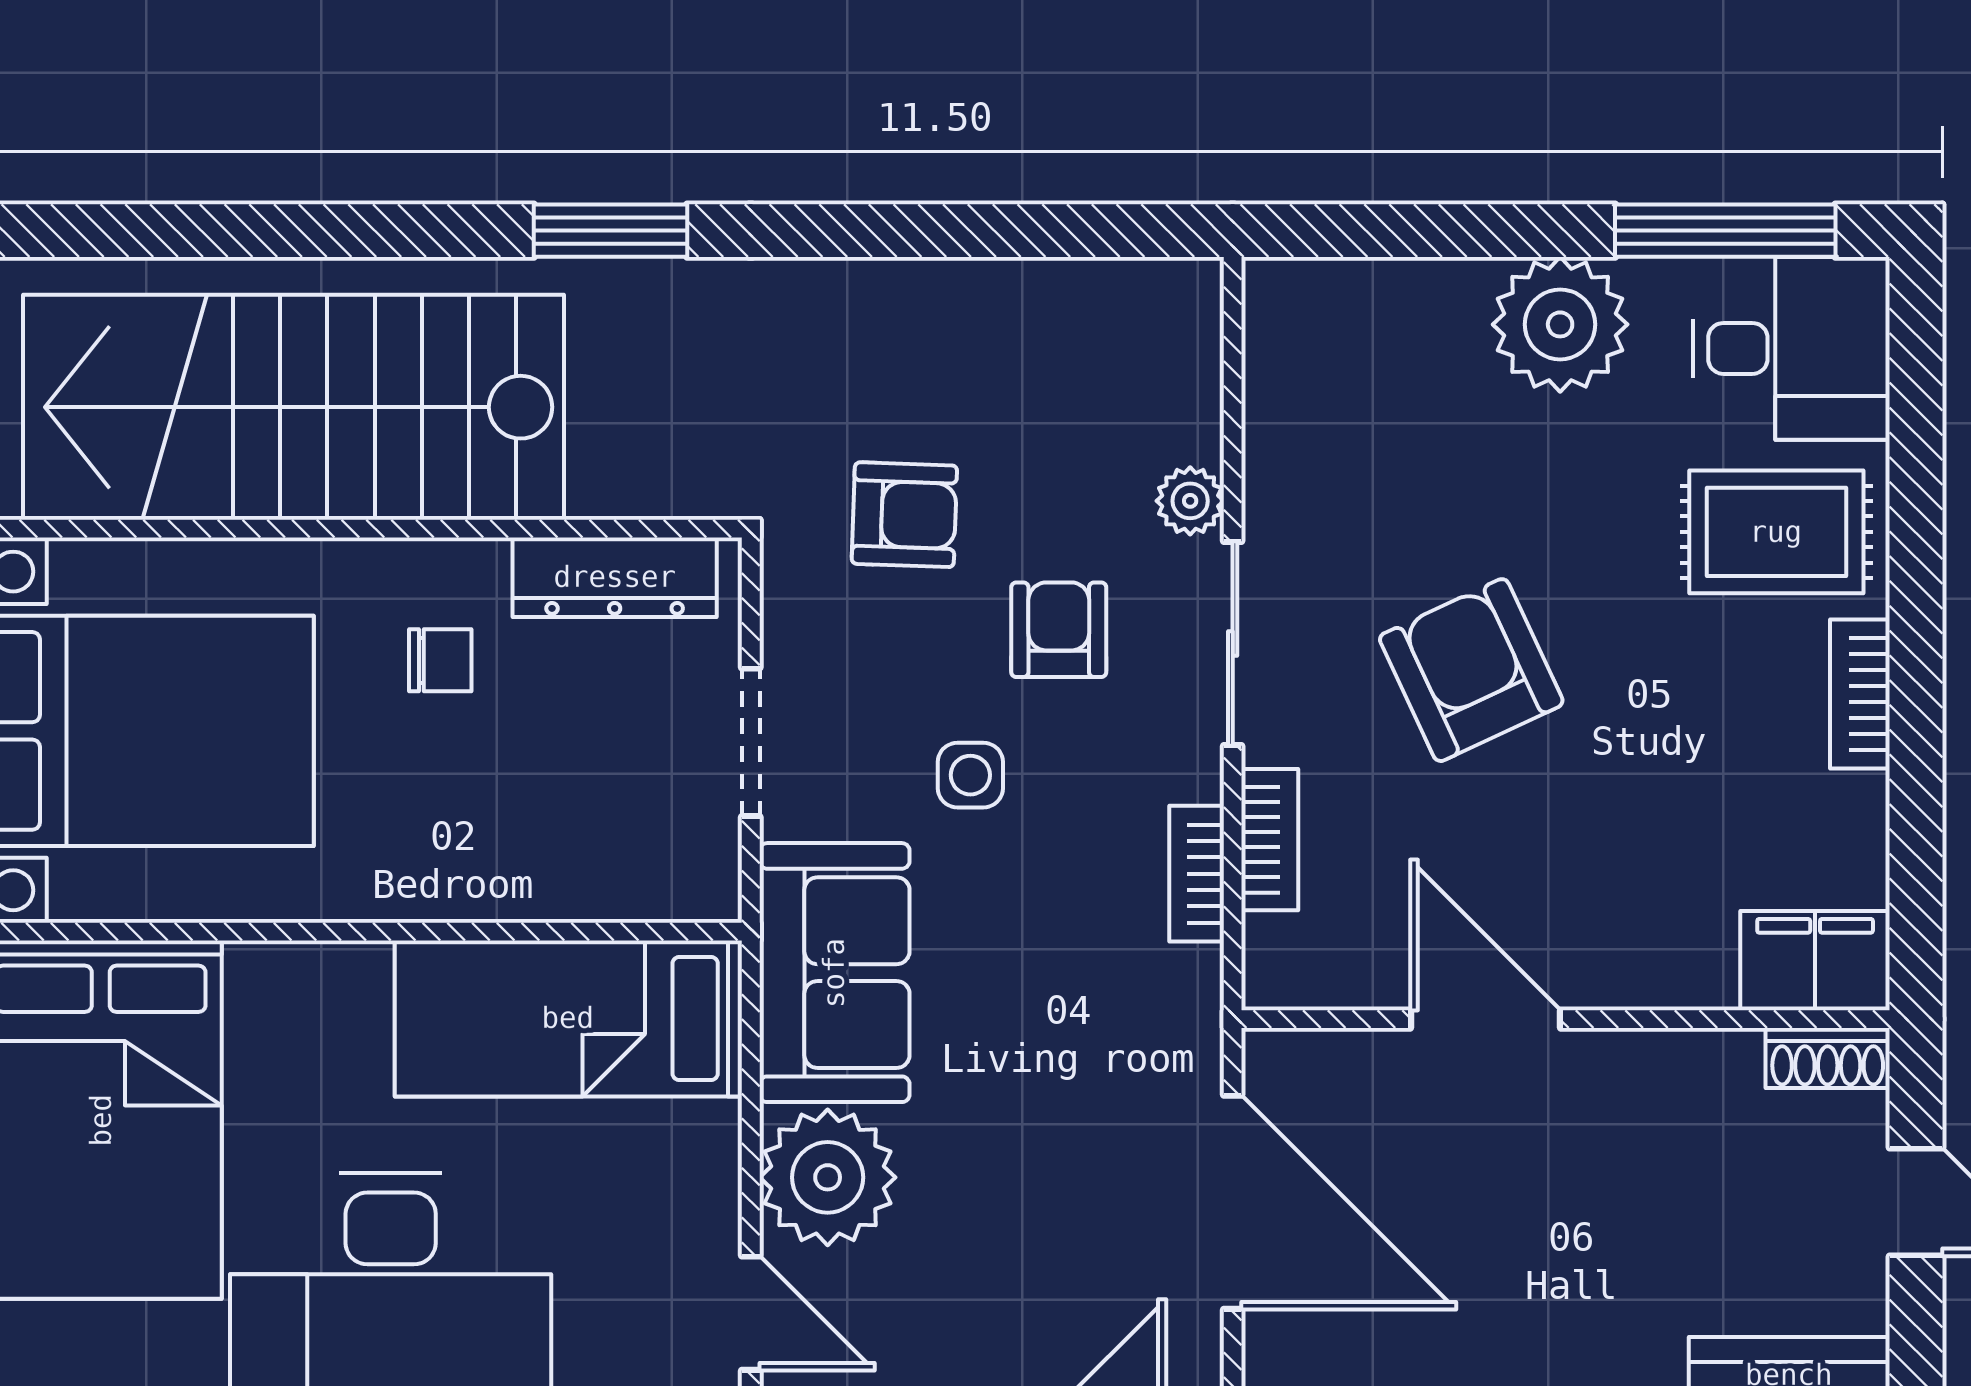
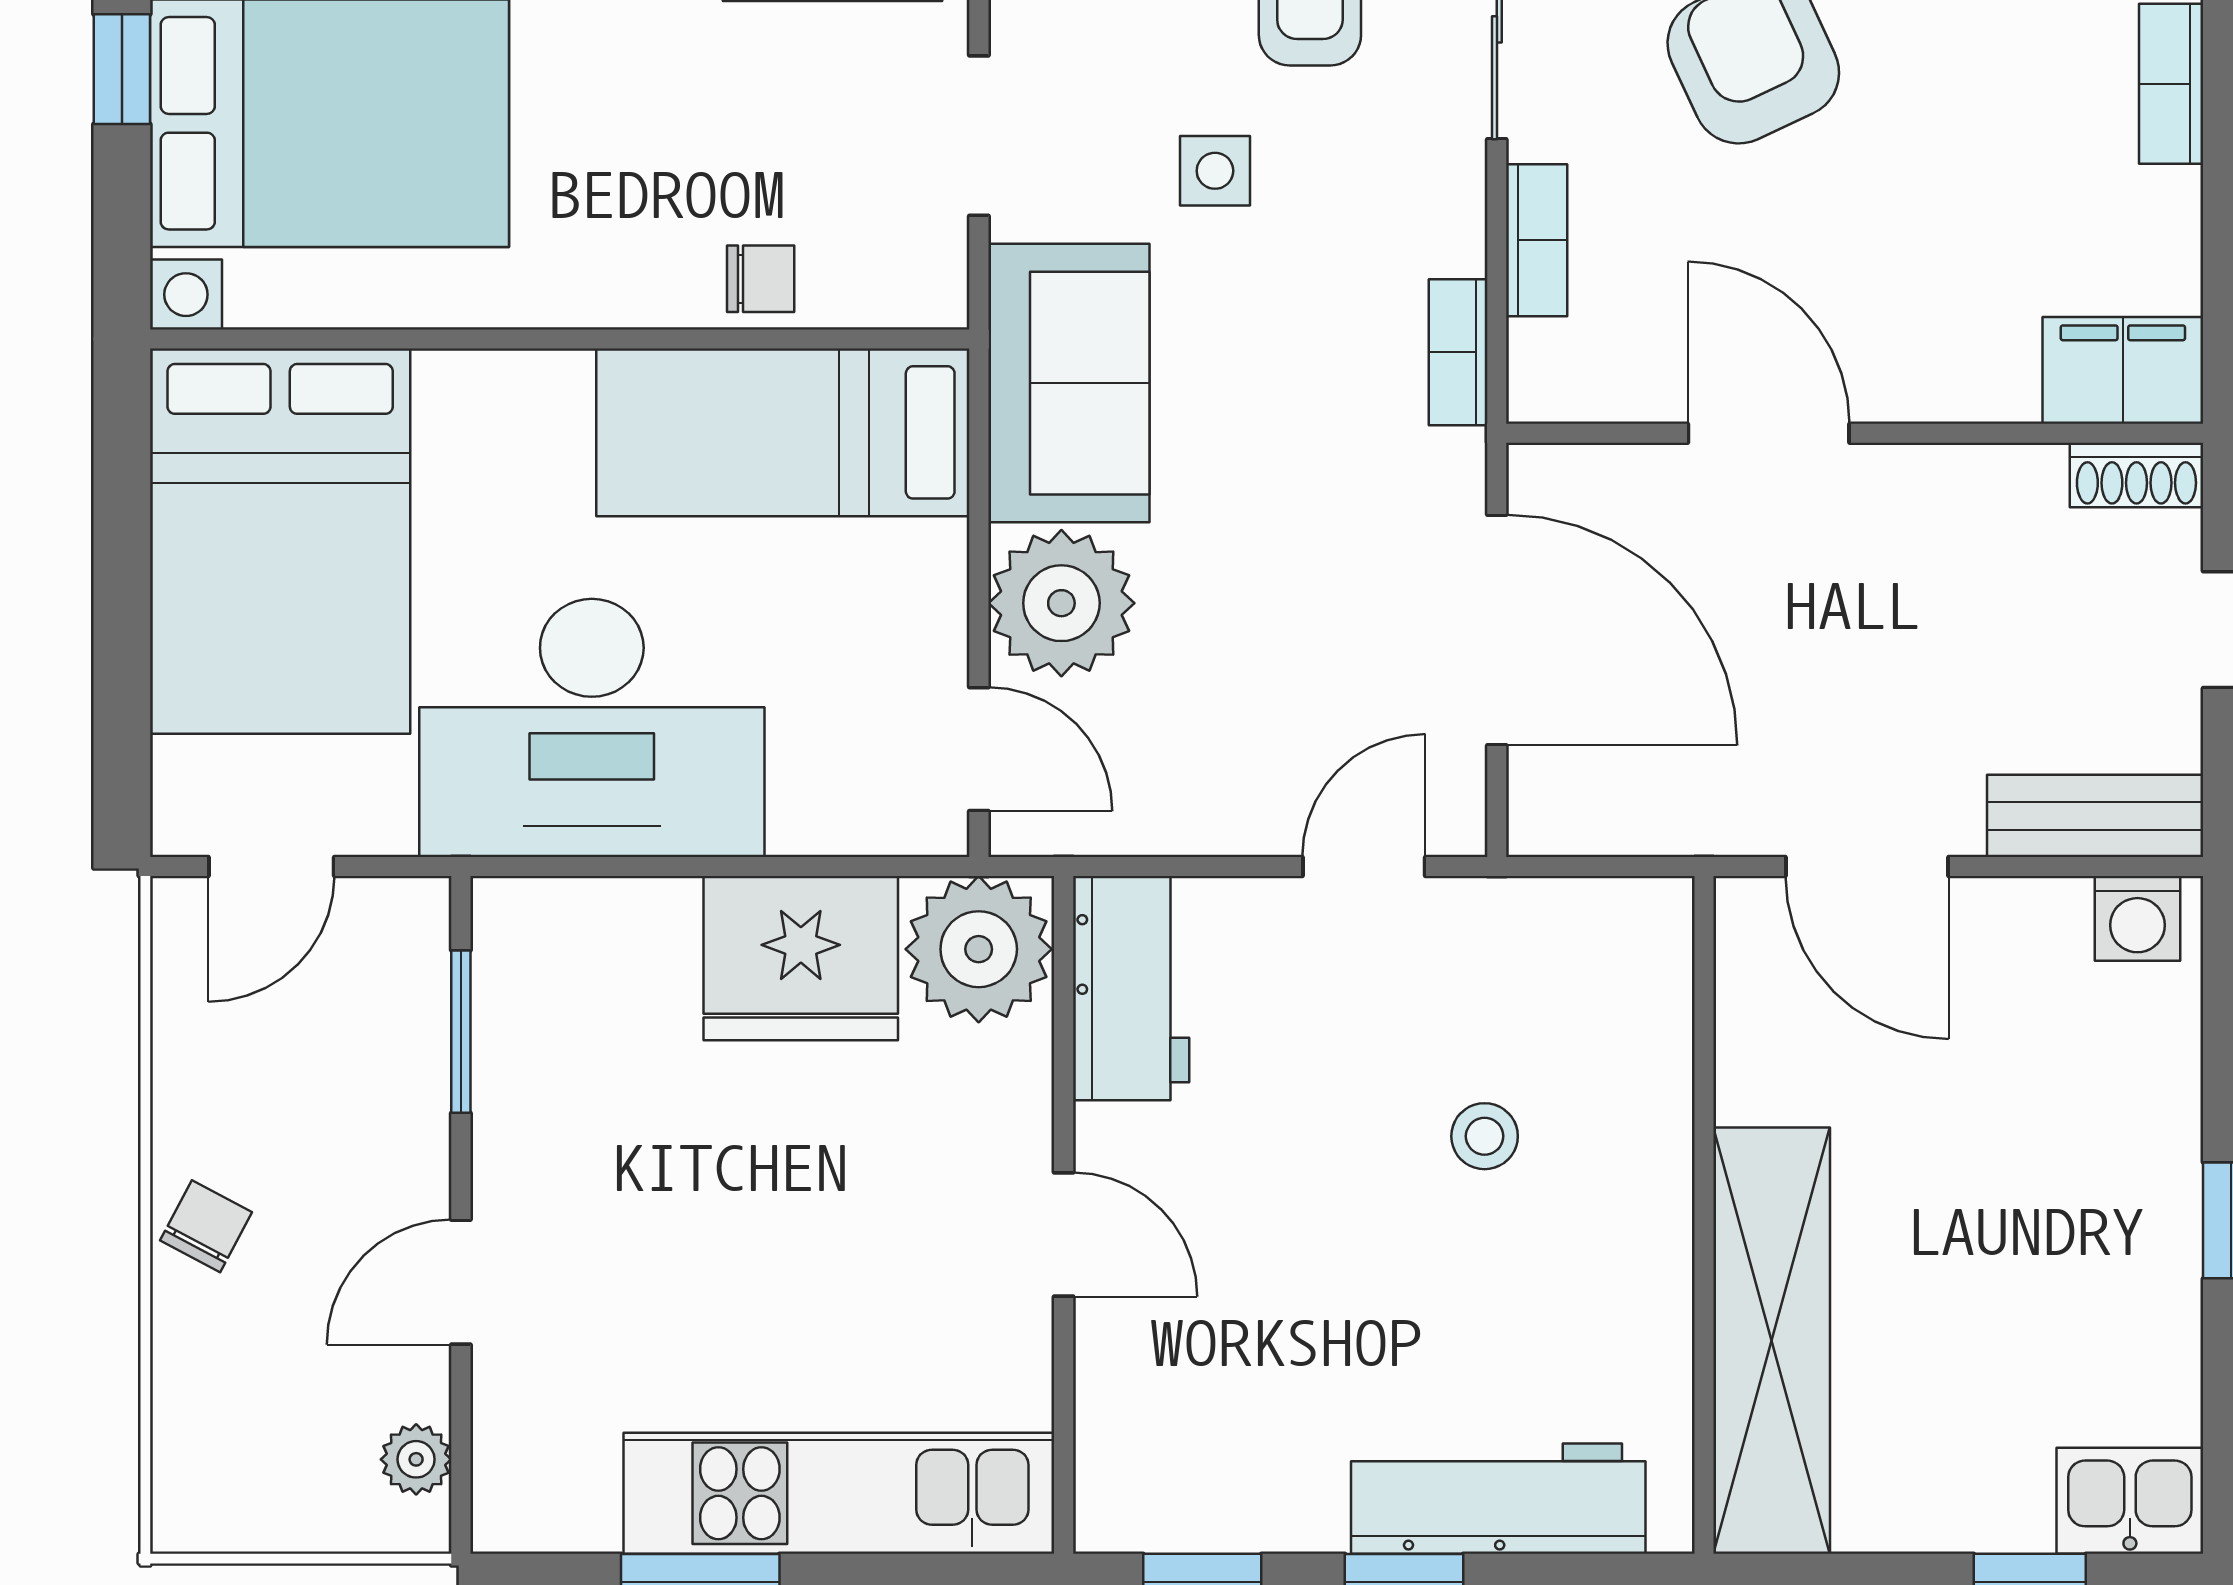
chair: (440, 660) -> (761, 279), moved
bookcase: (1197, 874) -> (1458, 352), moved

